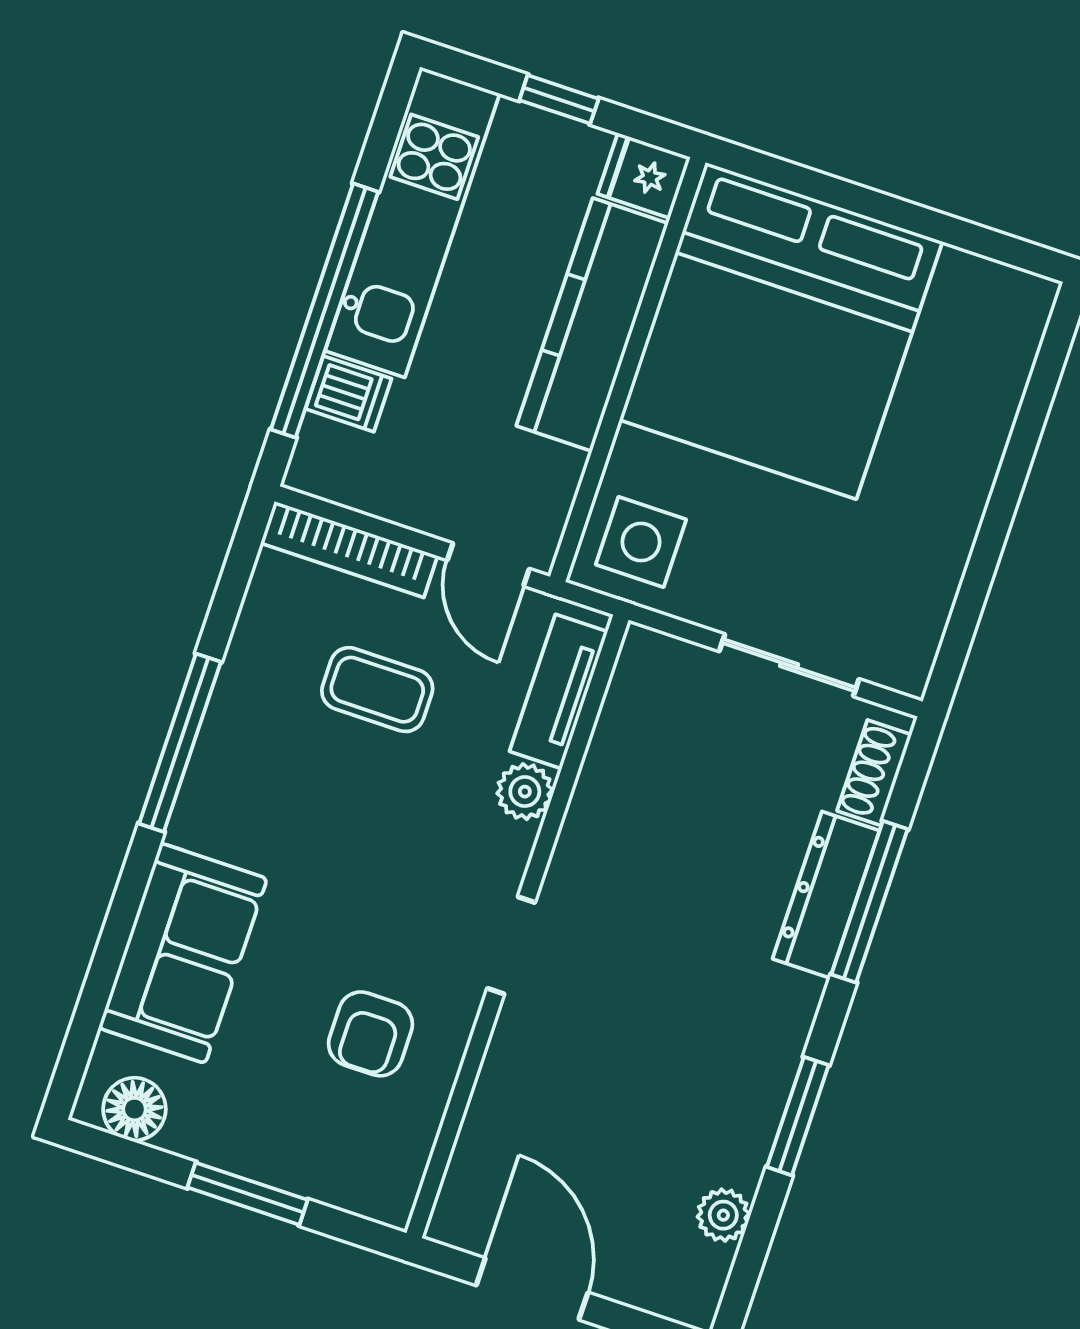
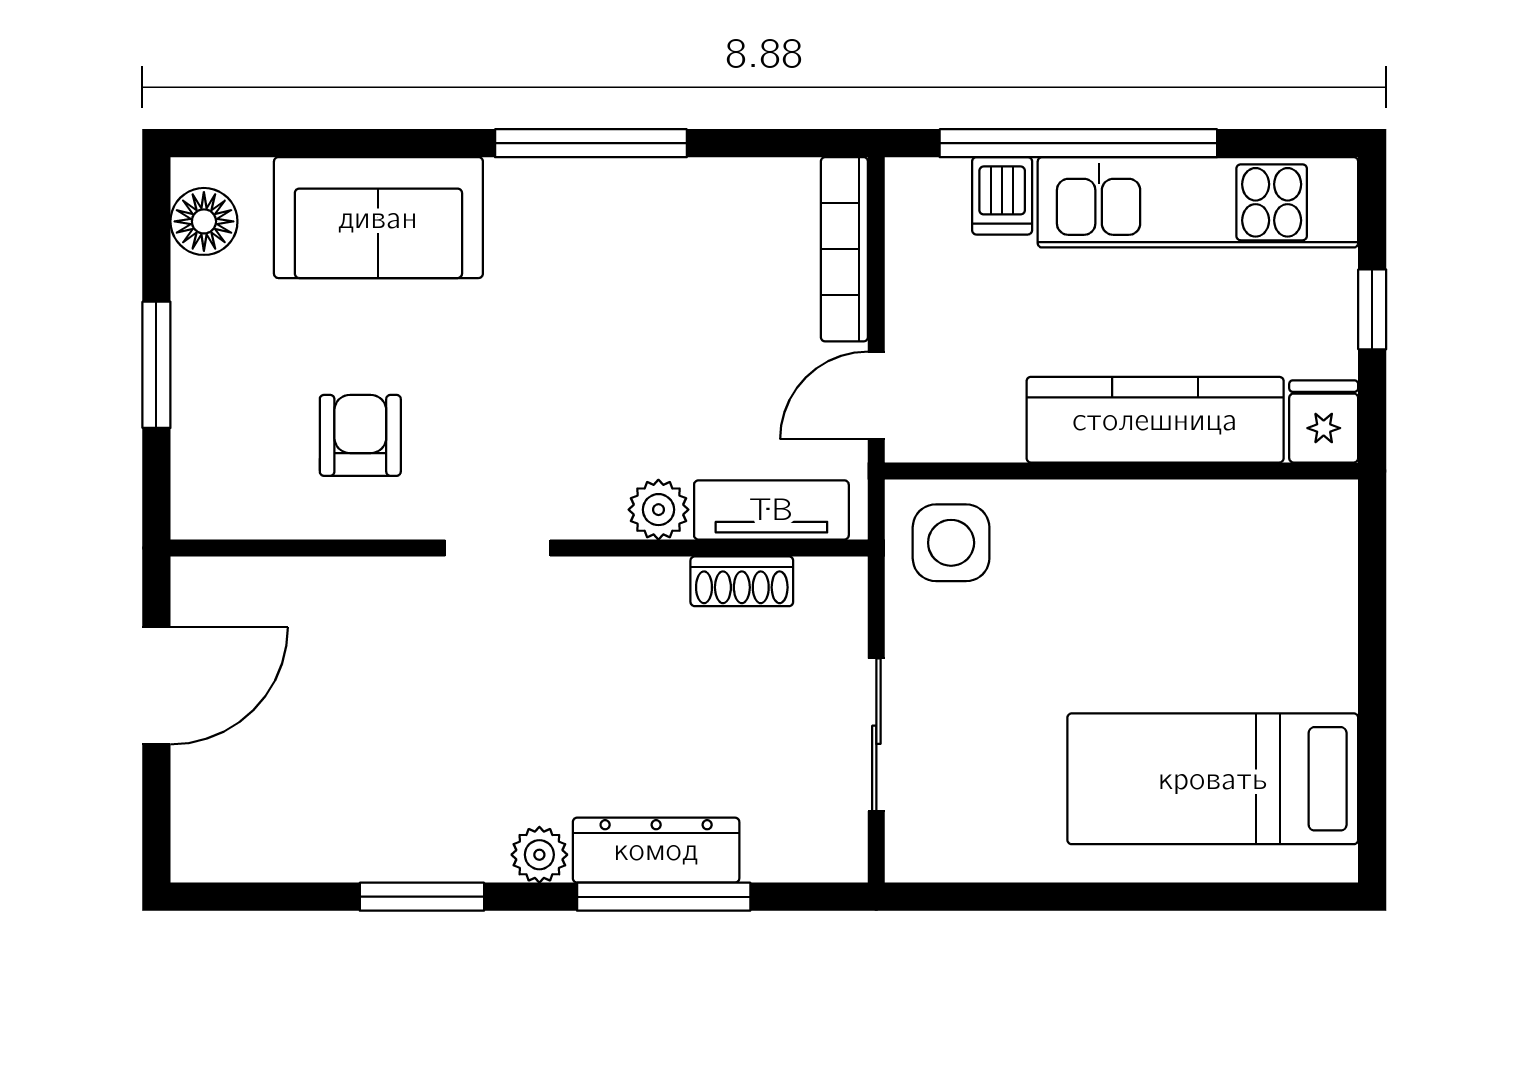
bed: (781, 331) -> (1213, 779), moved, width x0.49
coffee table: (377, 690) -> (712, 325), removed
shoe rack: (874, 773) -> (742, 581), moved, turned 180
armchair: (370, 1034) -> (360, 435), turned 90
plant: (723, 1215) -> (539, 855), moved

